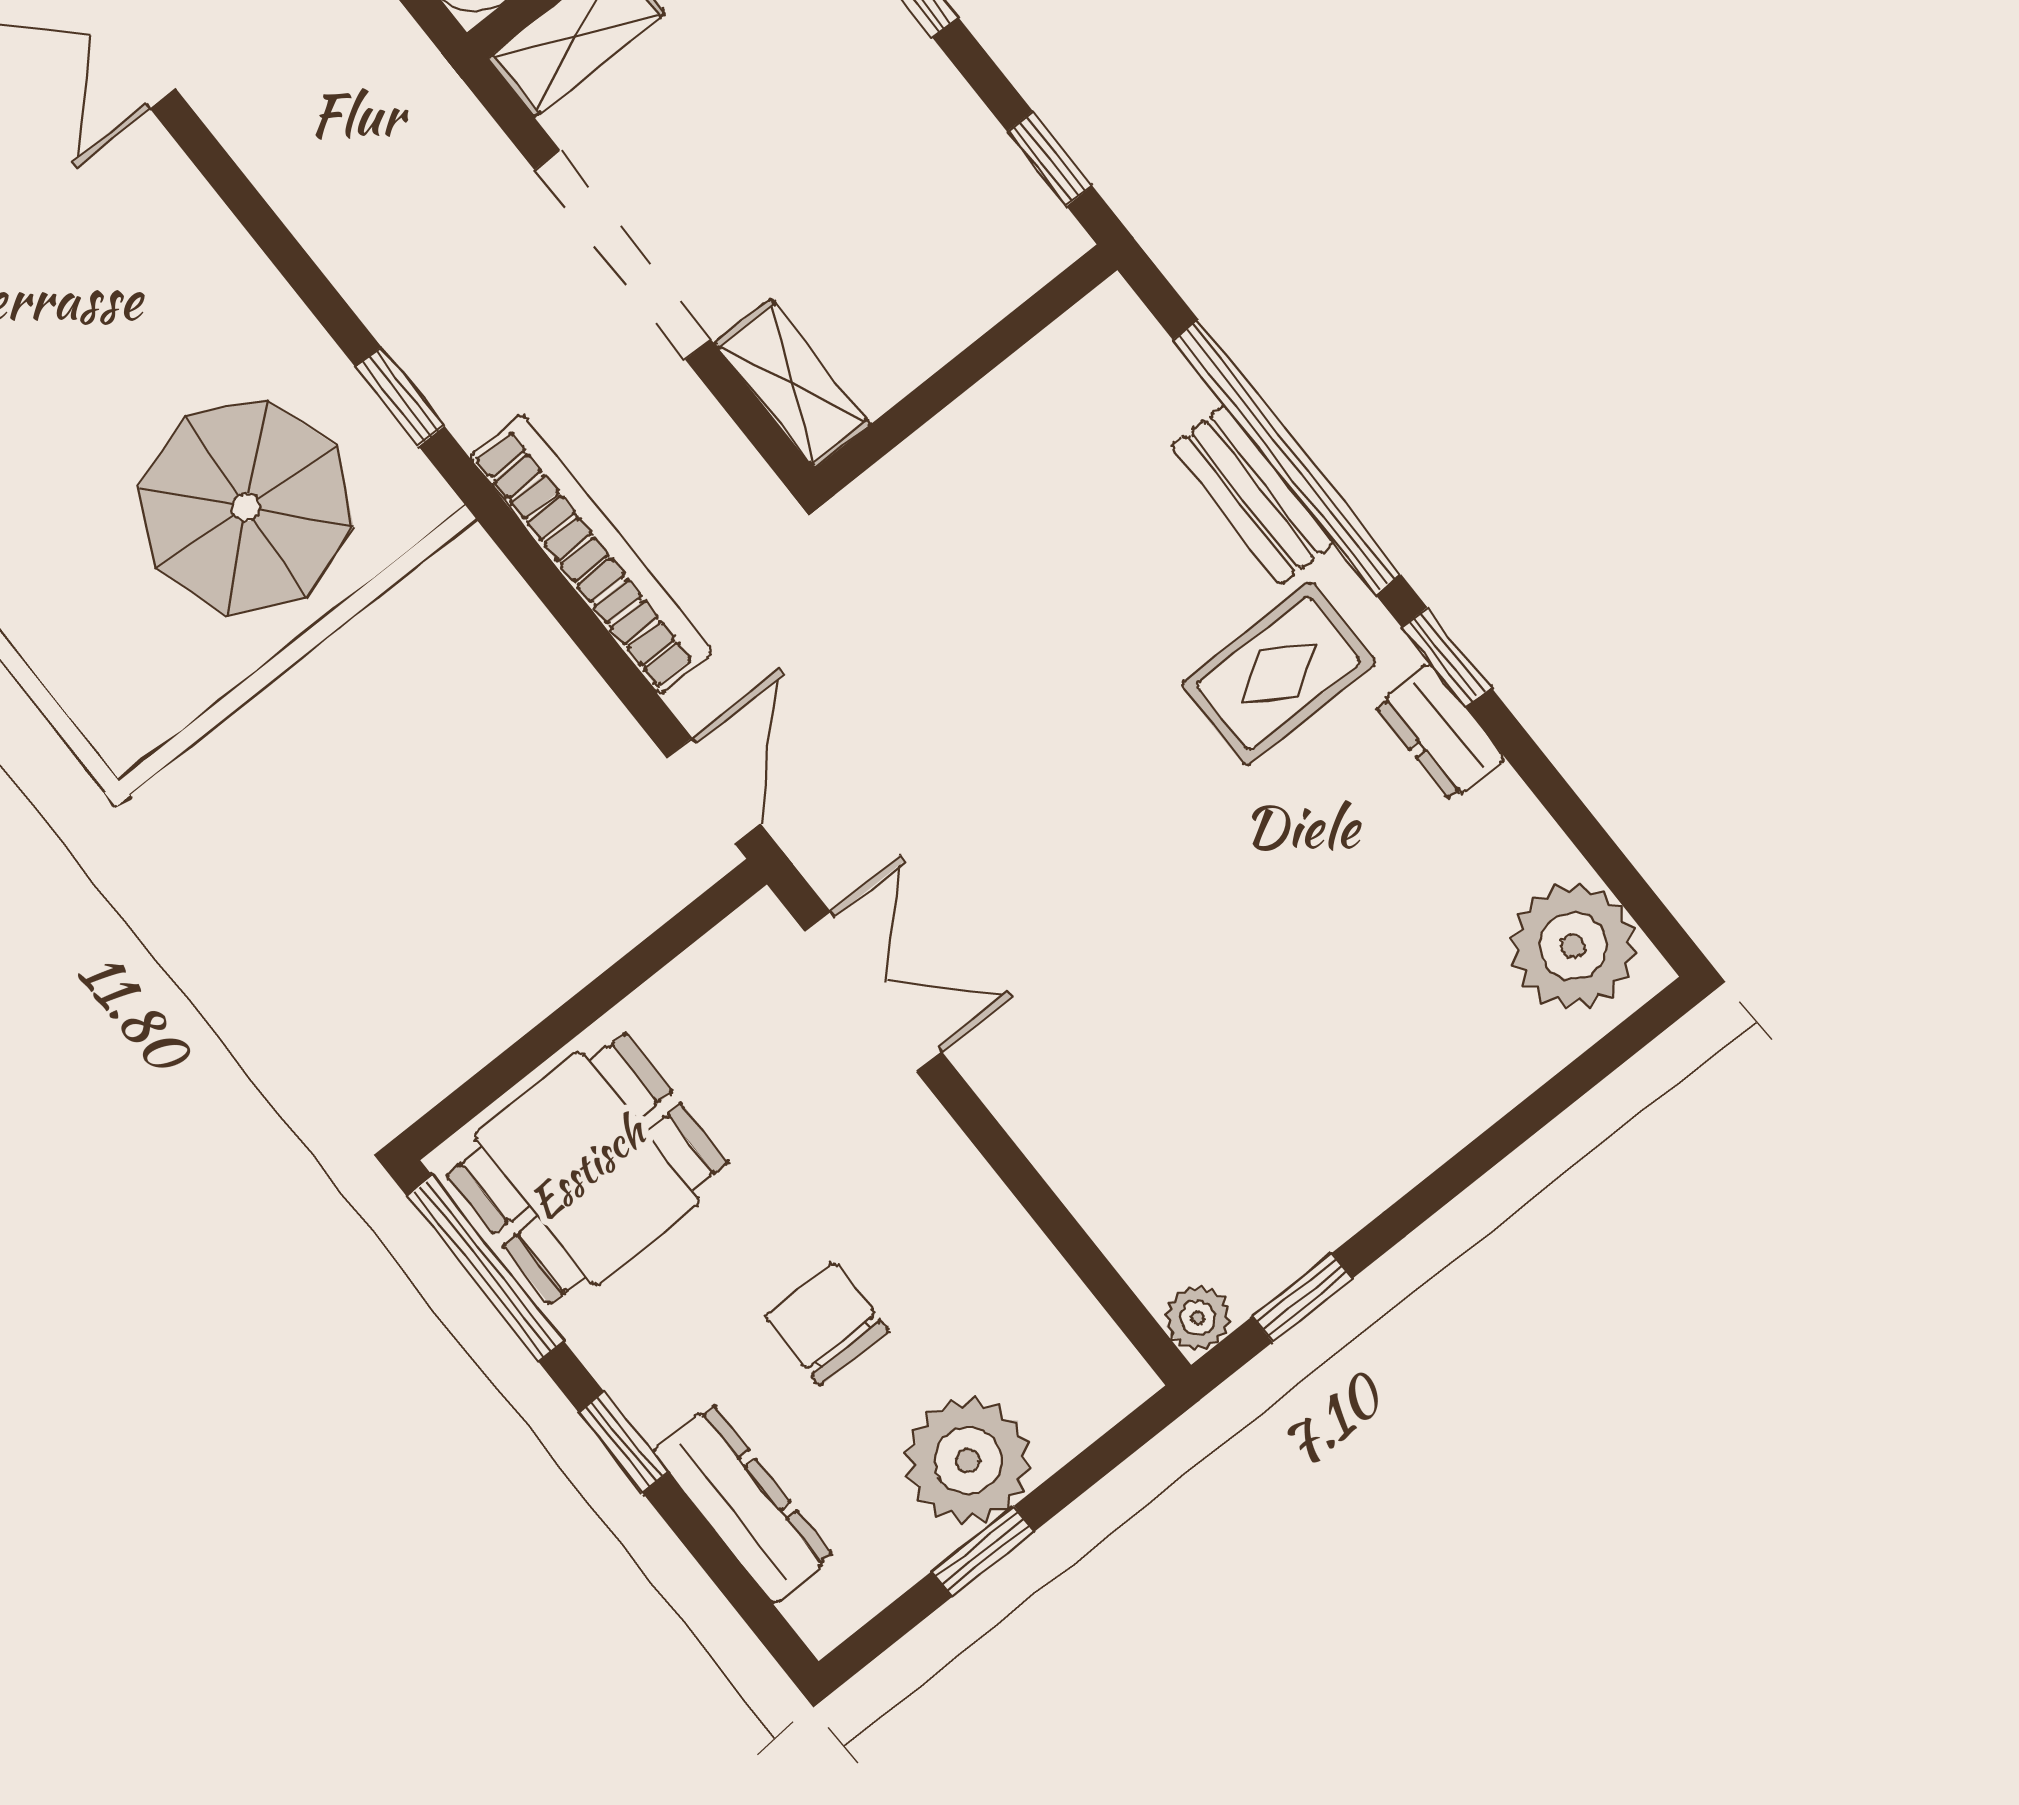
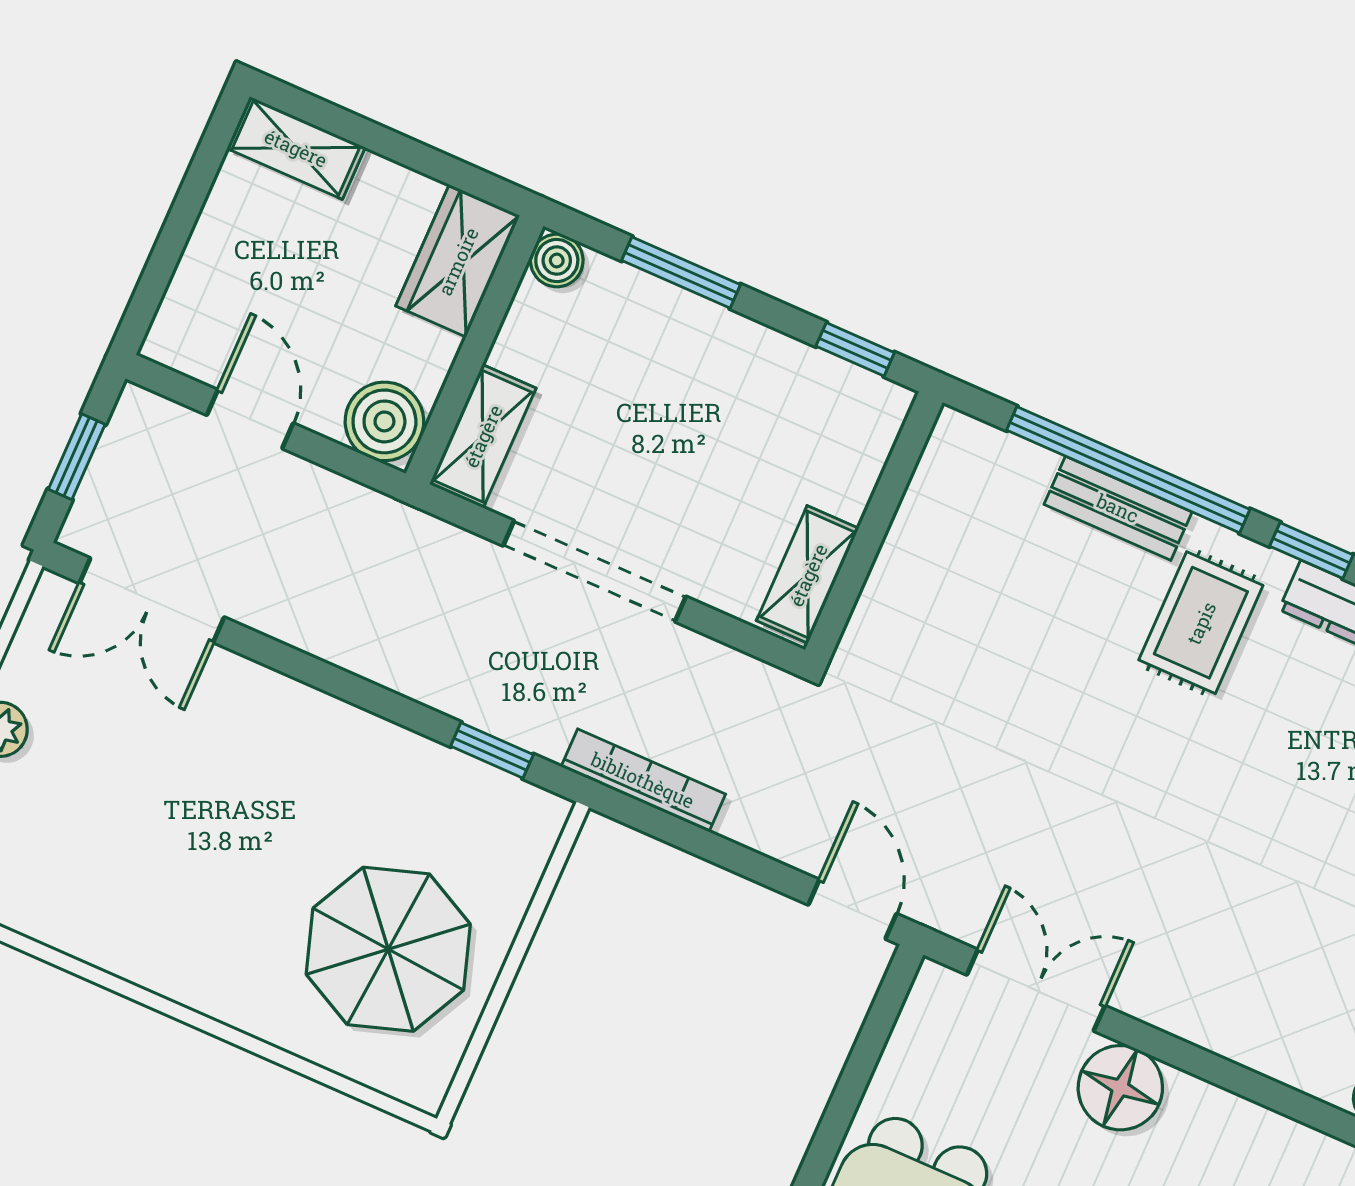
shelving: (793, 384) -> (808, 575), moved, turned 90
parasol: (246, 507) -> (388, 949), moved
bookcase: (591, 554) -> (643, 780), width x0.68, depth x0.76
floor lamp: (911, 1152) -> (1120, 1088), added

